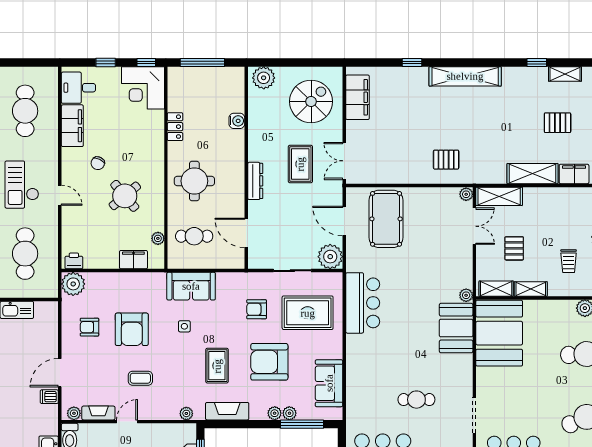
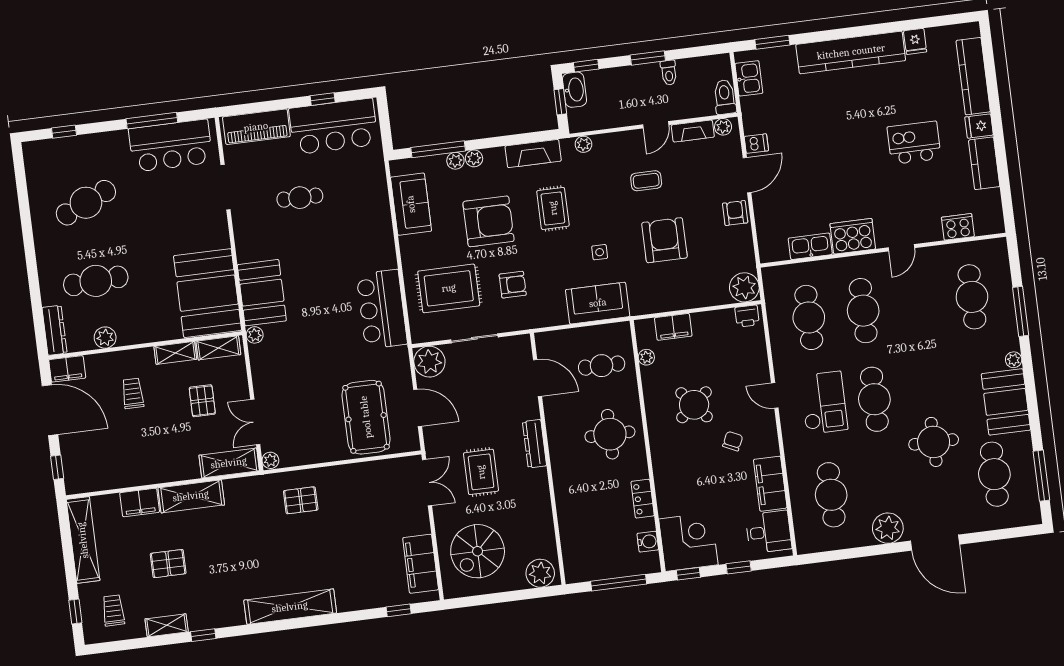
window: (412, 63) -> (399, 610), moved
water cooler: (237, 121) -> (648, 542), moved, turned 180
armchair: (89, 327) -> (735, 213), moved, turned -90

